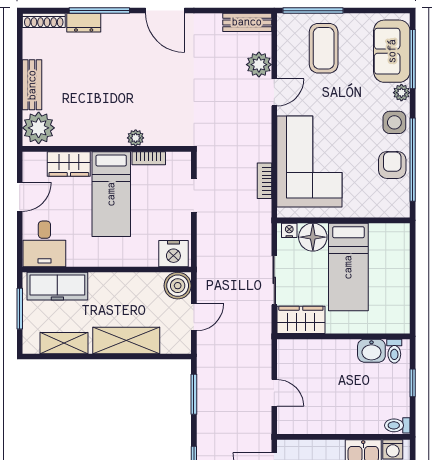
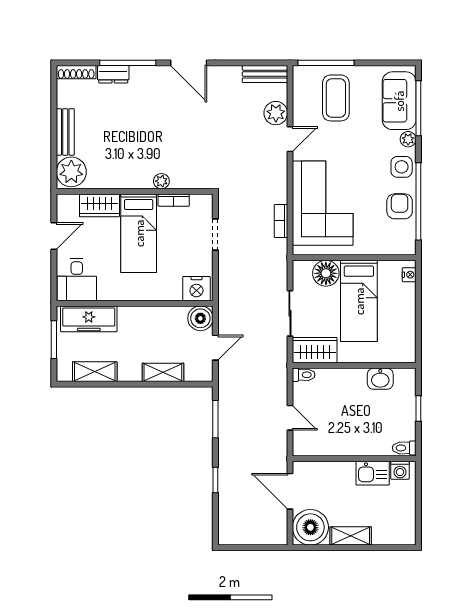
nightstand: (289, 230) -> (409, 275), moved, turned 90
shelving: (126, 340) -> (163, 372), width x0.67, depth x0.75
toilet: (394, 351) -> (304, 375), moved, turned -90

